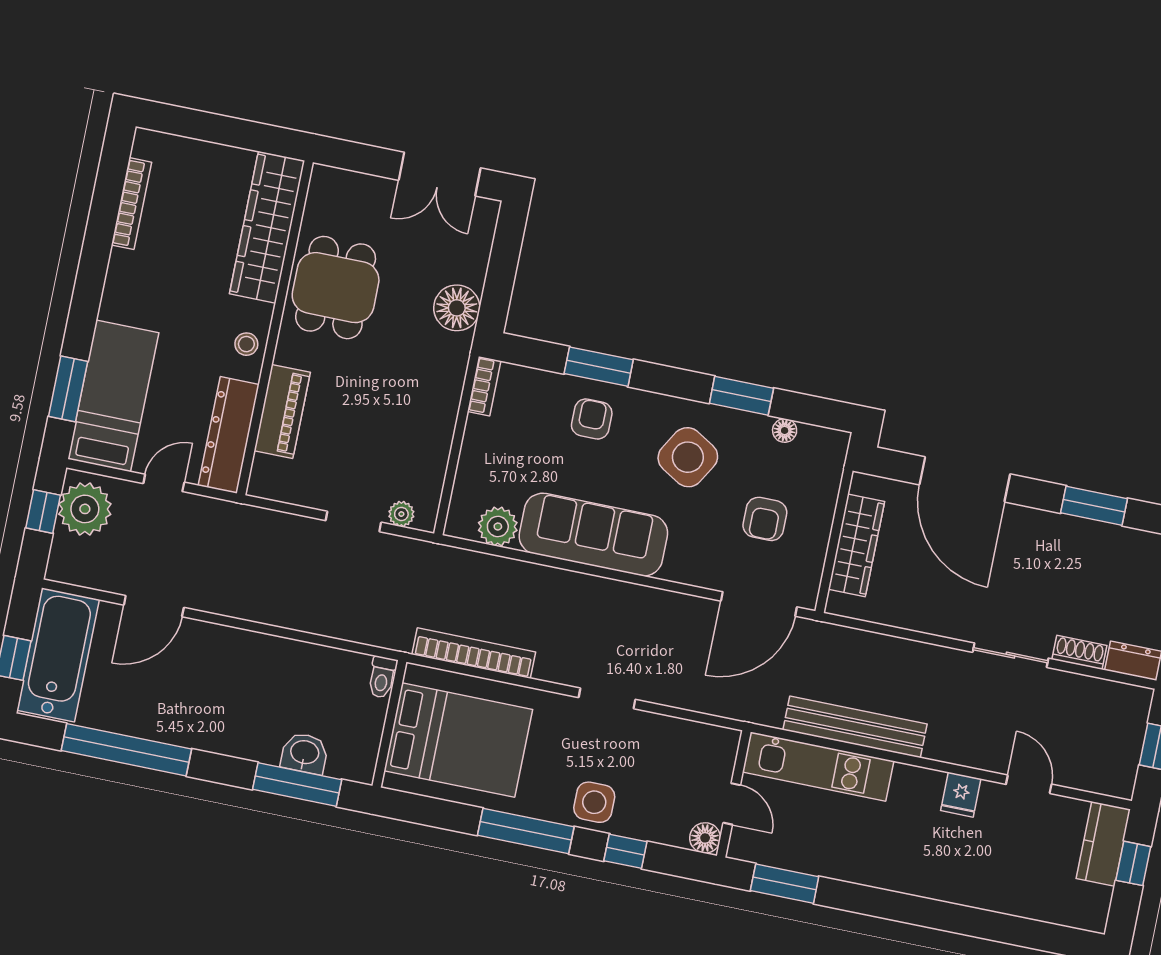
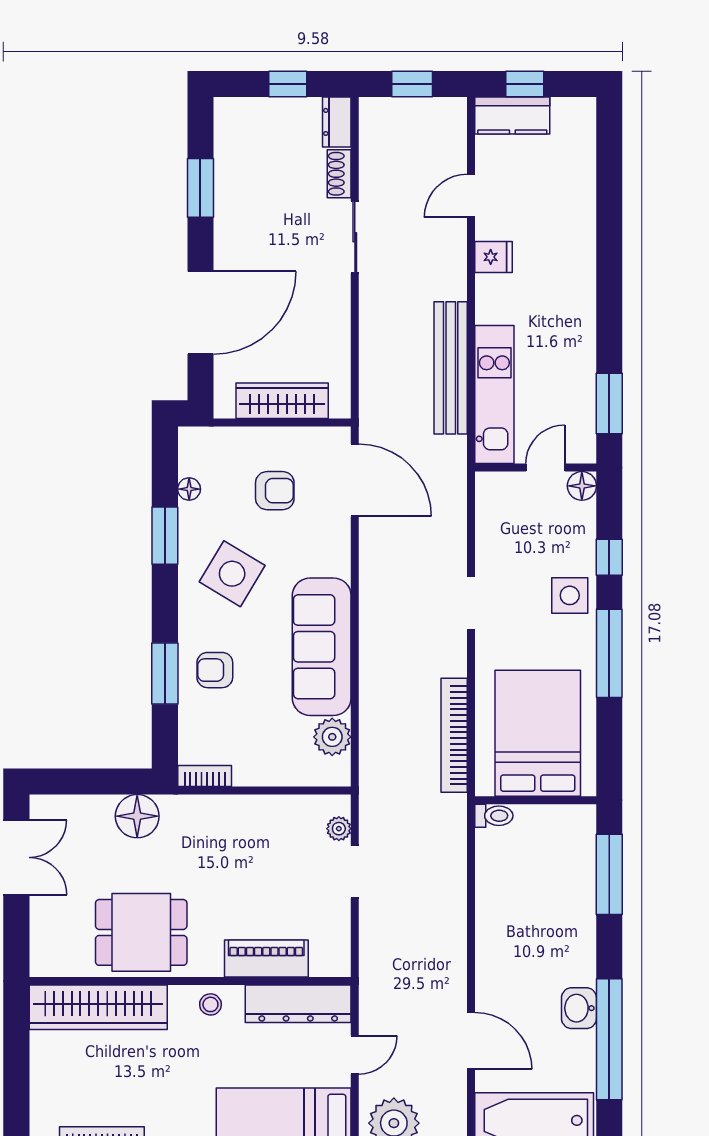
door: (164, 483) -> (355, 1055), swing flipped
washbasin: (305, 753) -> (579, 1008), moved

